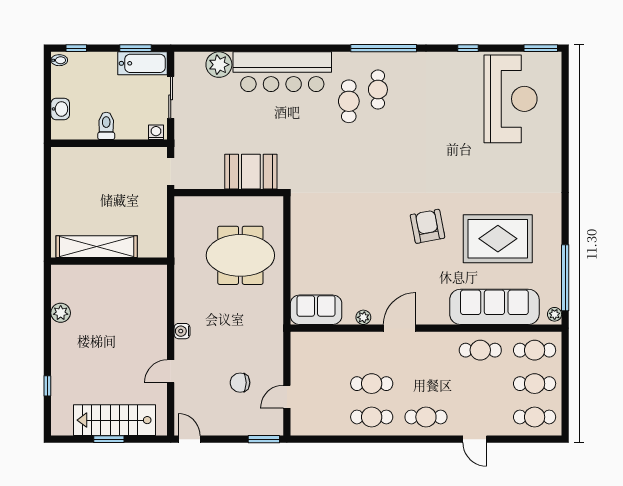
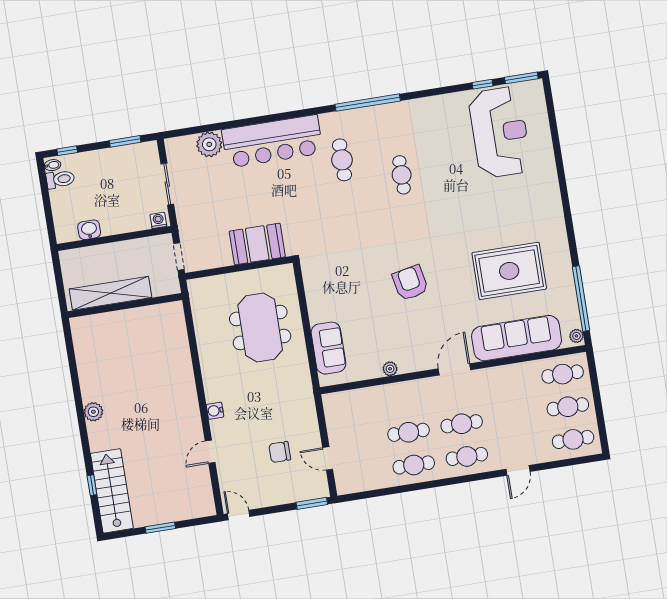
window: (468, 48) -> (482, 84), moved
bathtub: (143, 63) -> (134, 155), removed
cafe table: (378, 90) -> (402, 175), moved
washbasin: (60, 109) -> (89, 230), moved, turned -90
toilet: (106, 126) -> (60, 179), moved, turned 90
armchair: (428, 226) -> (410, 283), moved
shelving: (97, 247) -> (110, 293), moved
meeting table: (240, 255) -> (260, 327), turned 90
wall: (109, 261) -> (125, 306), moved
sofa: (316, 310) -> (328, 348), moved, turned 90
door: (400, 328) -> (454, 369), moved
cafe table: (480, 350) -> (462, 424), moved
door: (287, 397) -> (328, 458), hinge flipped
stairs: (115, 420) -> (112, 491), moved, turned 90
door: (475, 439) -> (518, 470), hinge flipped

